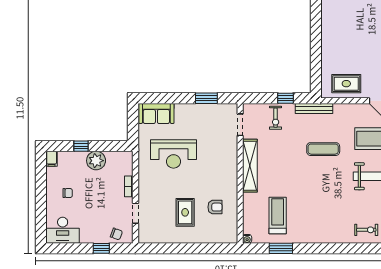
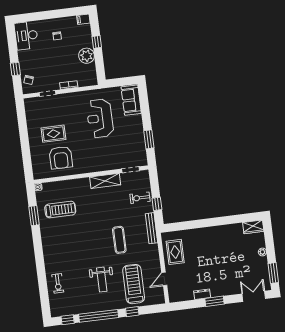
shelving: (250, 166) -> (105, 181), width x0.68
armchair: (215, 207) -> (61, 158), width x1.88, depth x1.88

